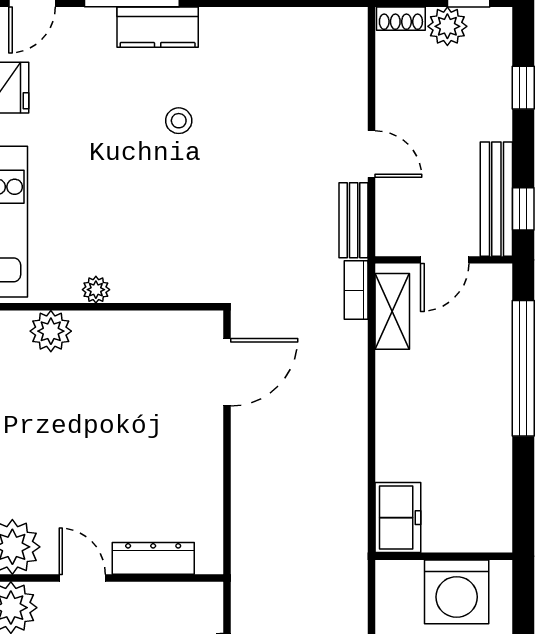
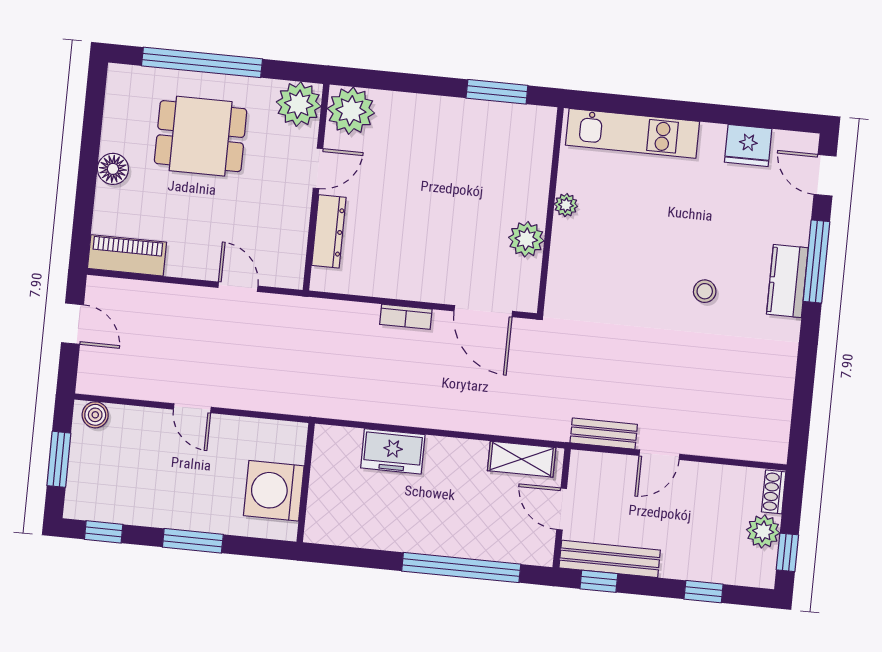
bookcase: (356, 290) -> (406, 317), moved, turned 180
plant: (51, 331) -> (526, 239), moved
freezer: (398, 518) -> (393, 451), moved

